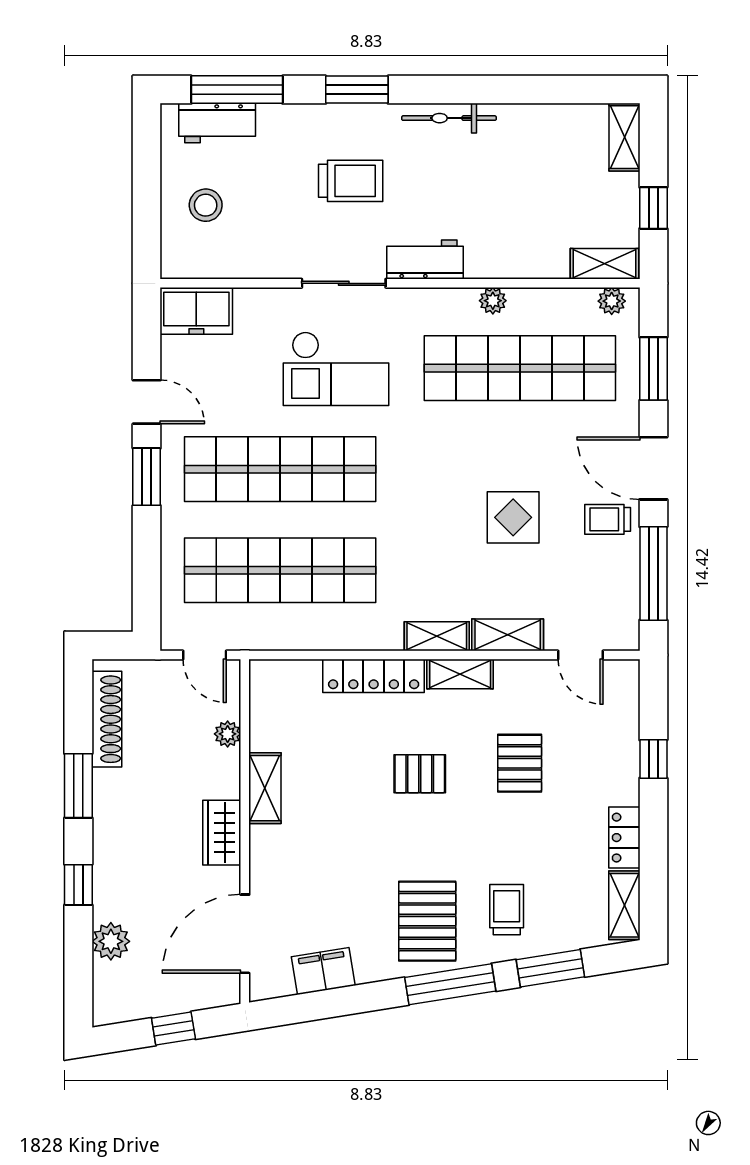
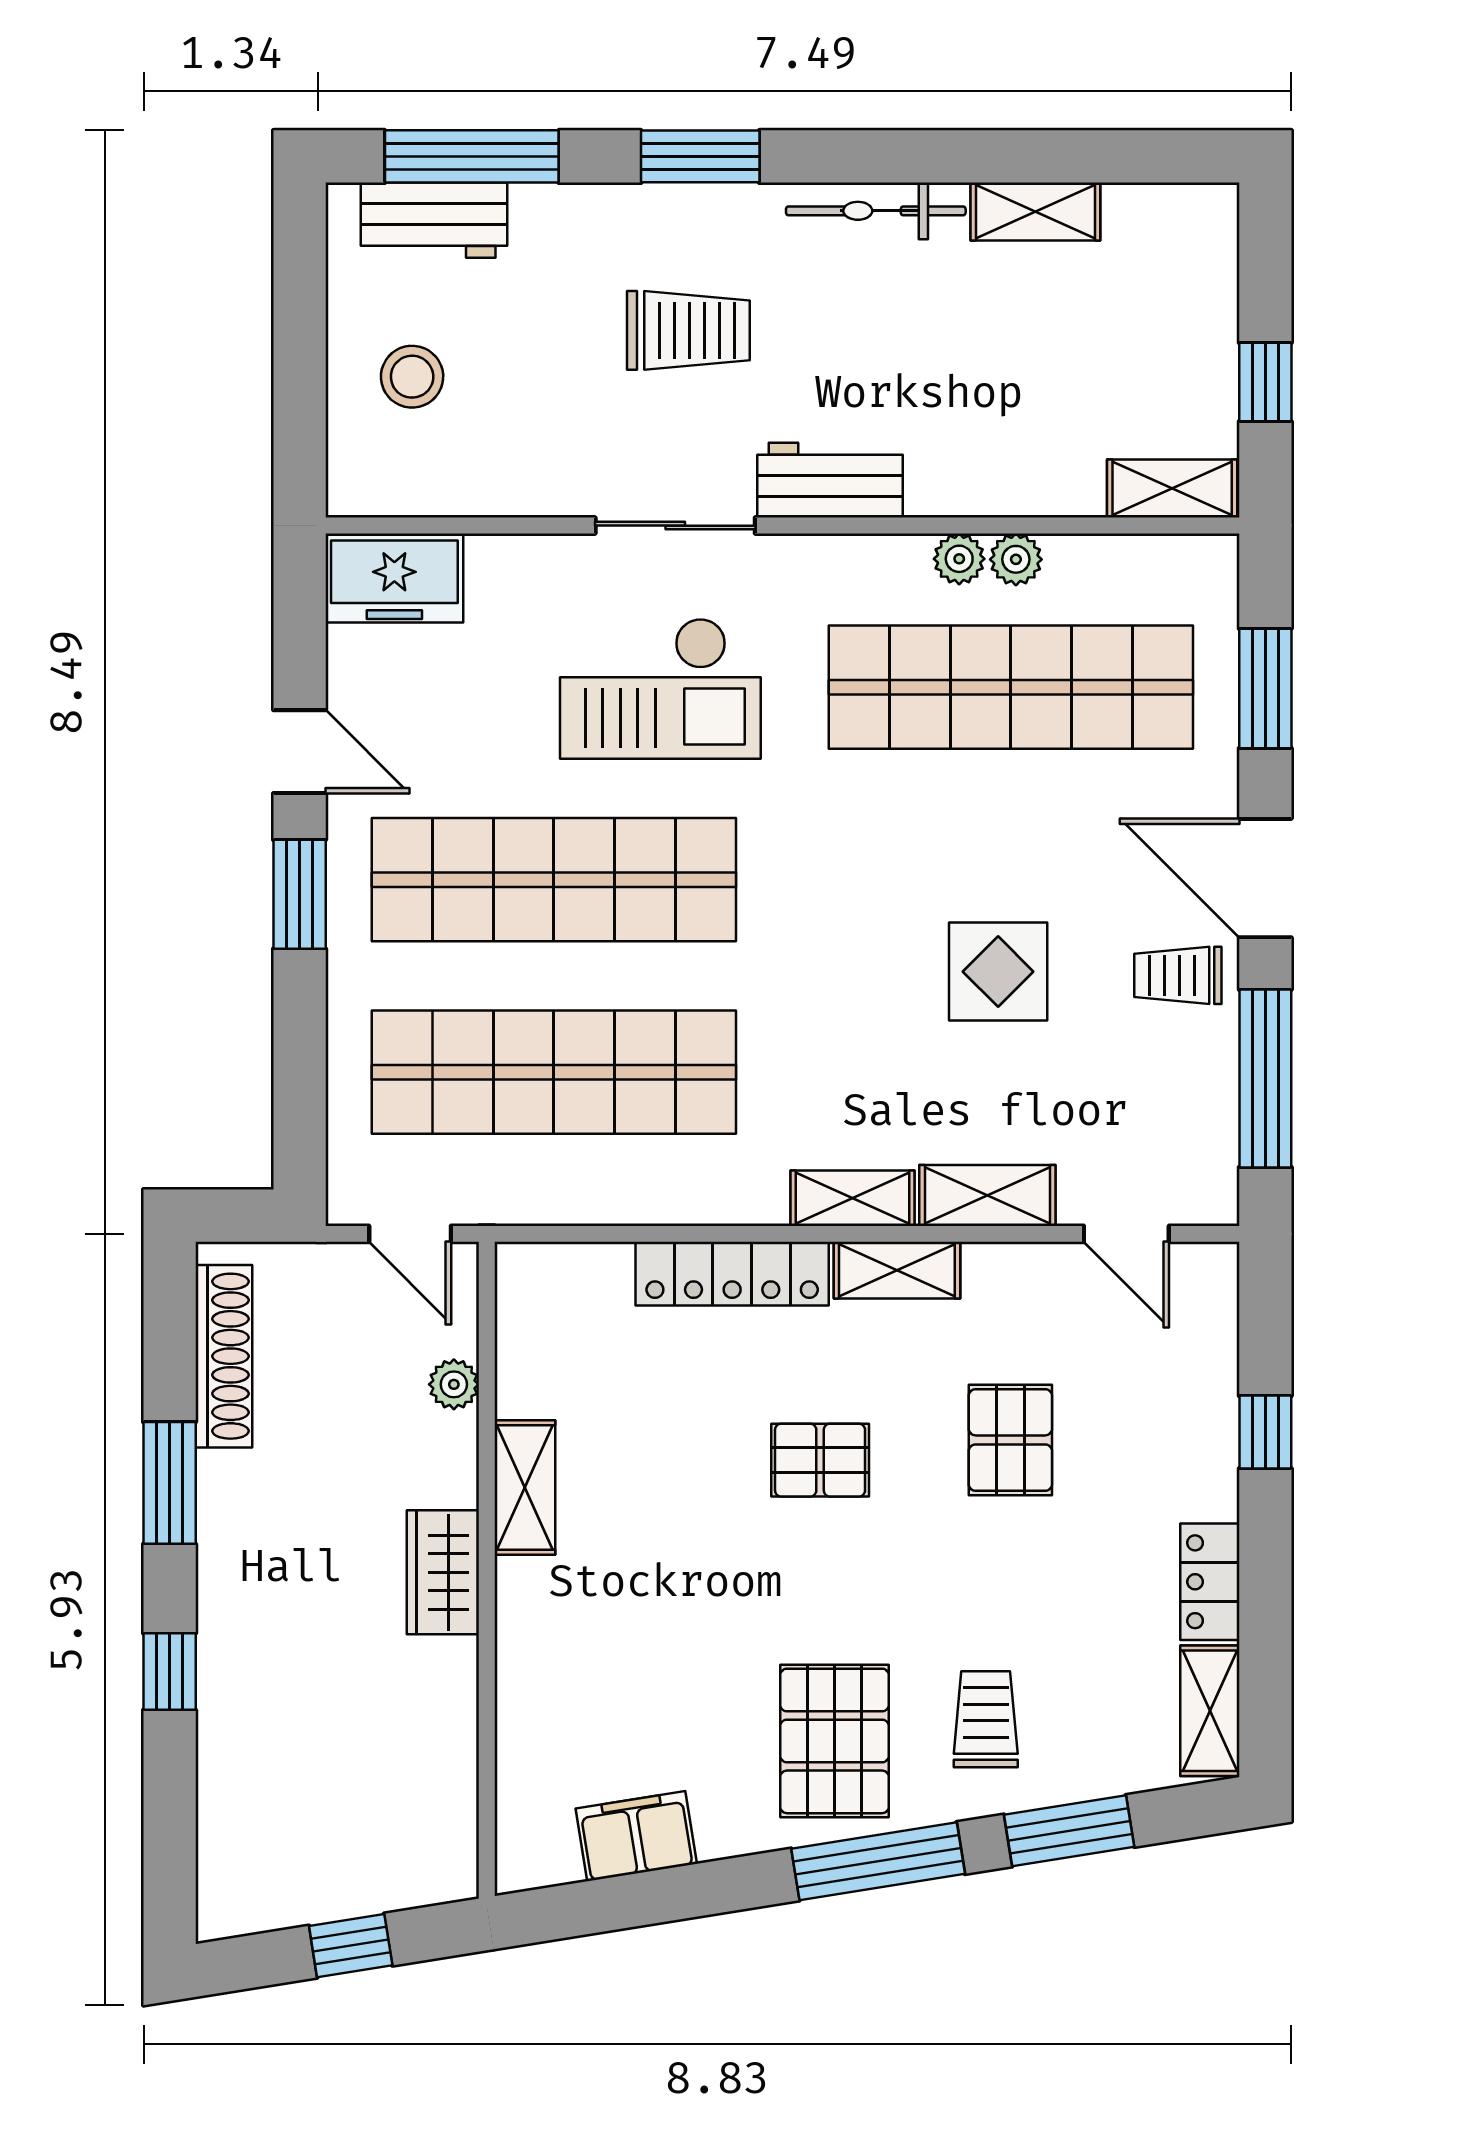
shelving: (624, 137) -> (1035, 212), moved, turned 90
plant: (612, 301) -> (1016, 559), moved
door: (245, 934) -> (487, 1765), removed
plant: (111, 941) -> (231, 1779), removed

